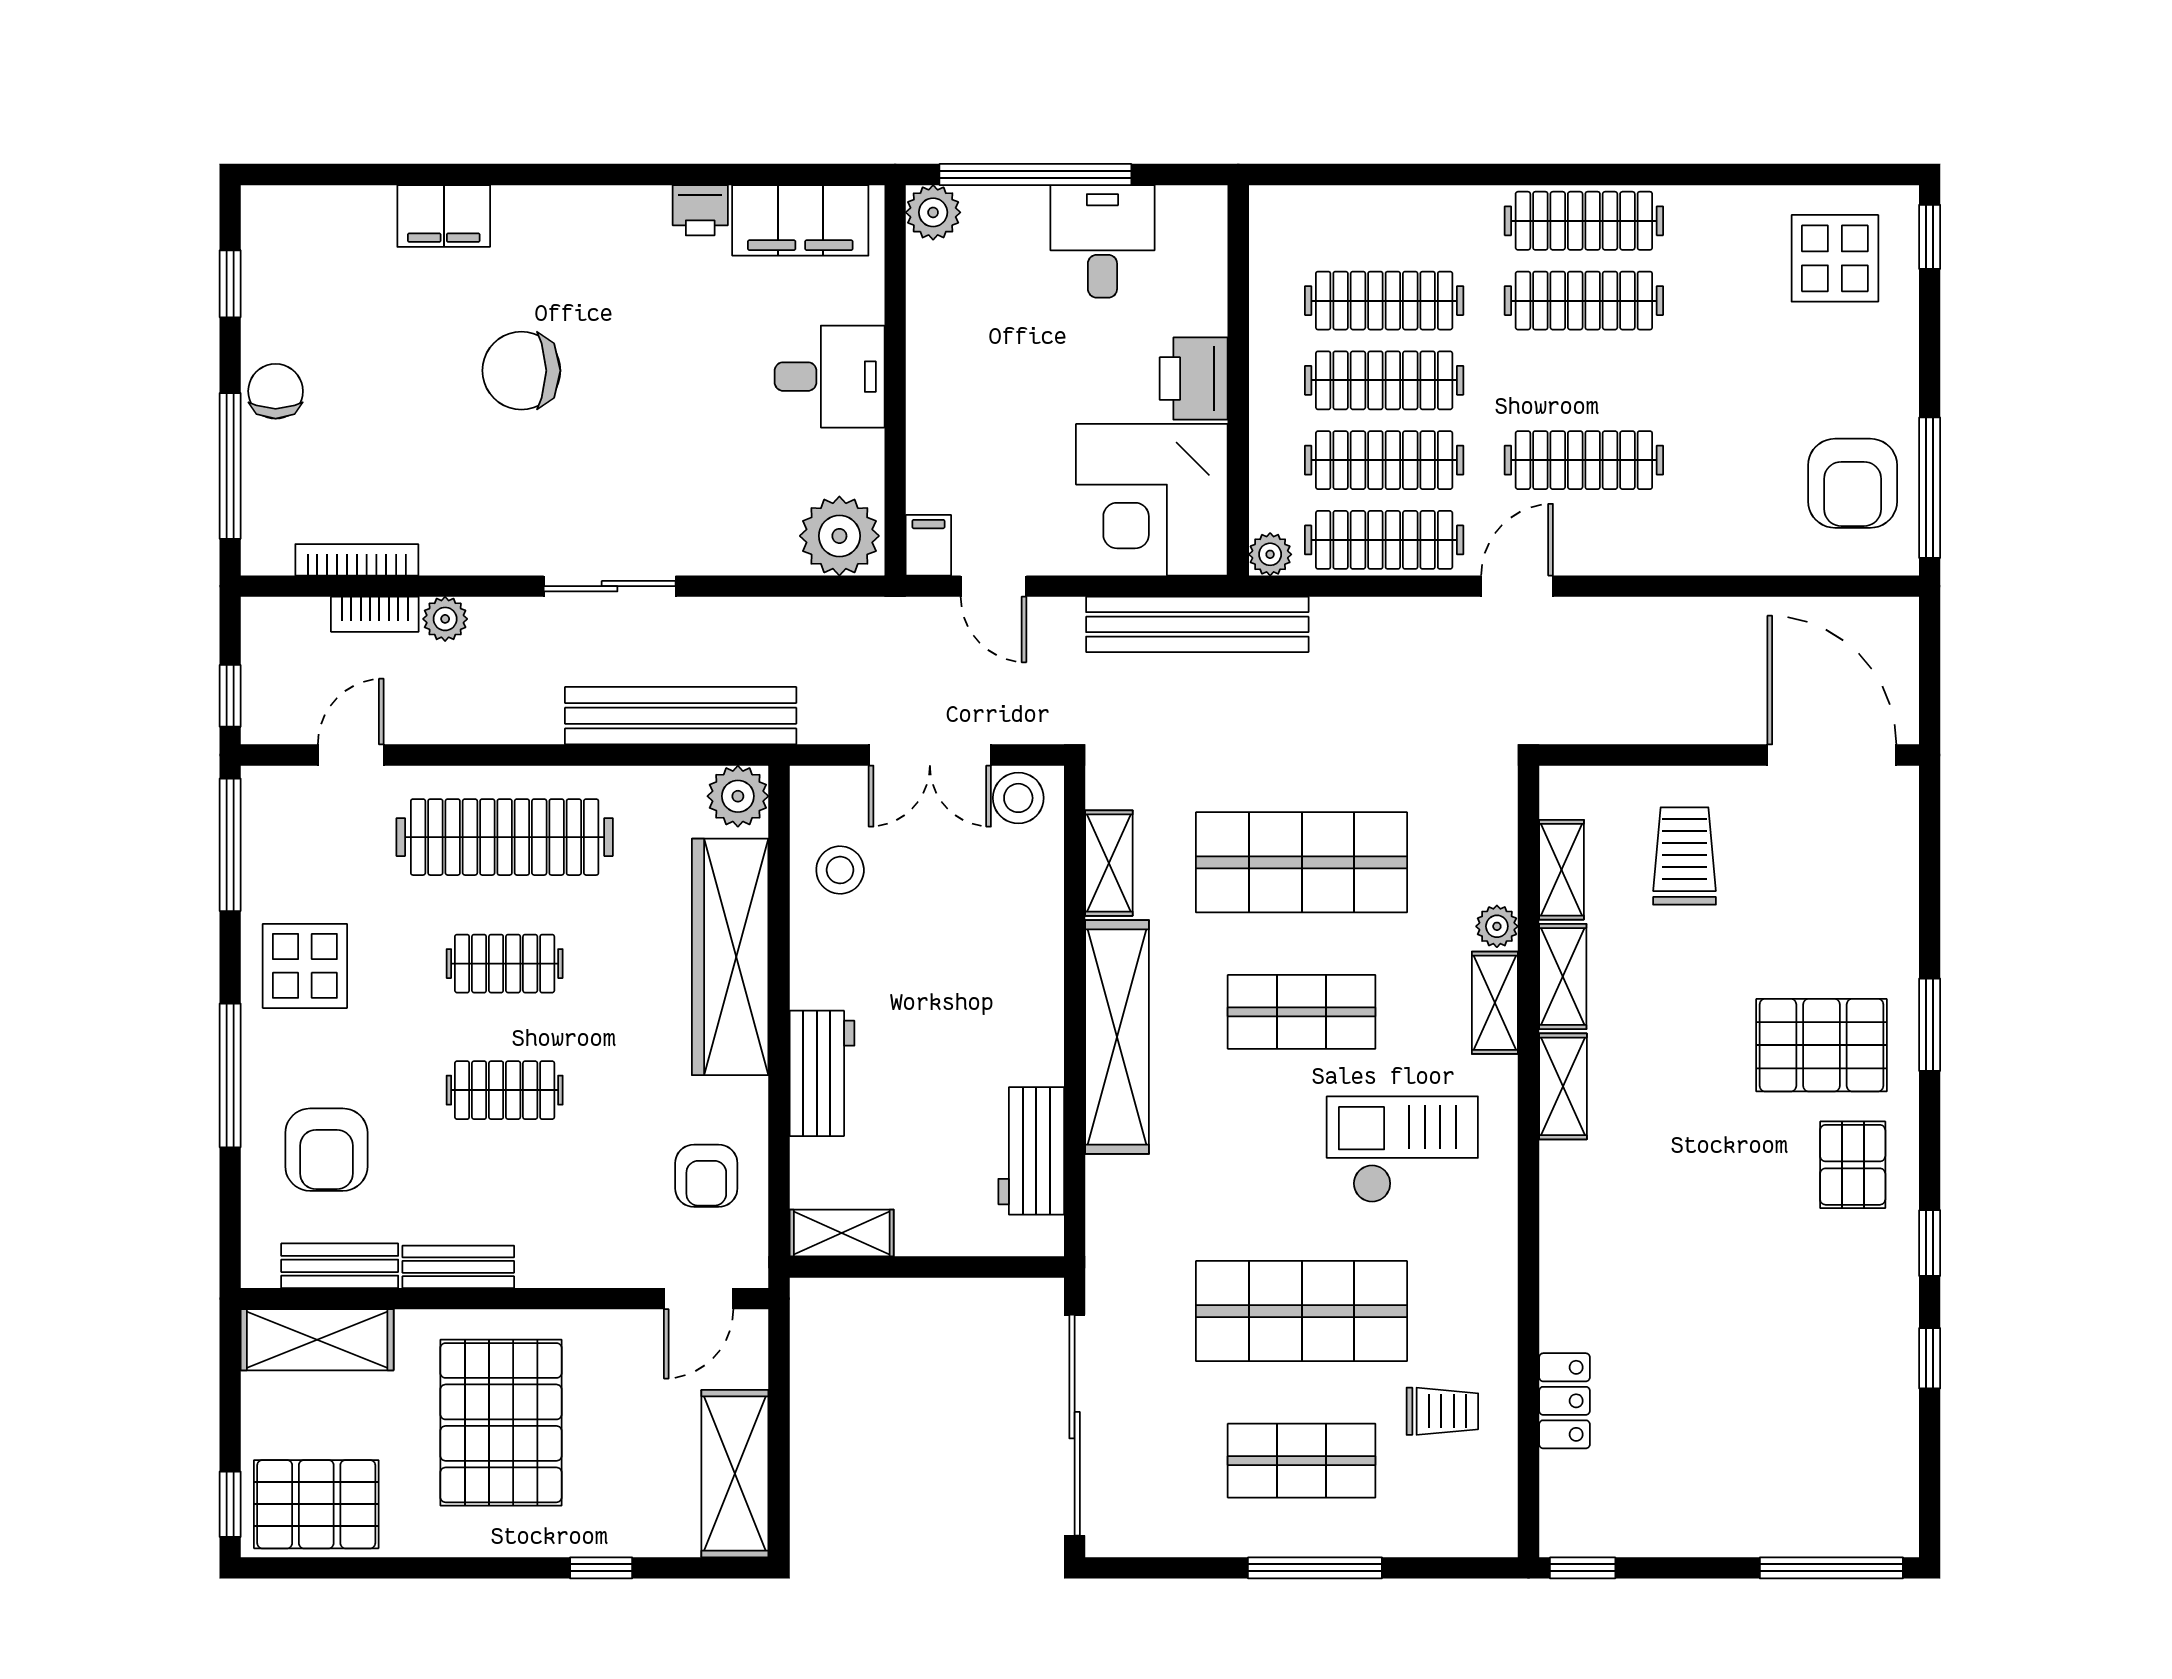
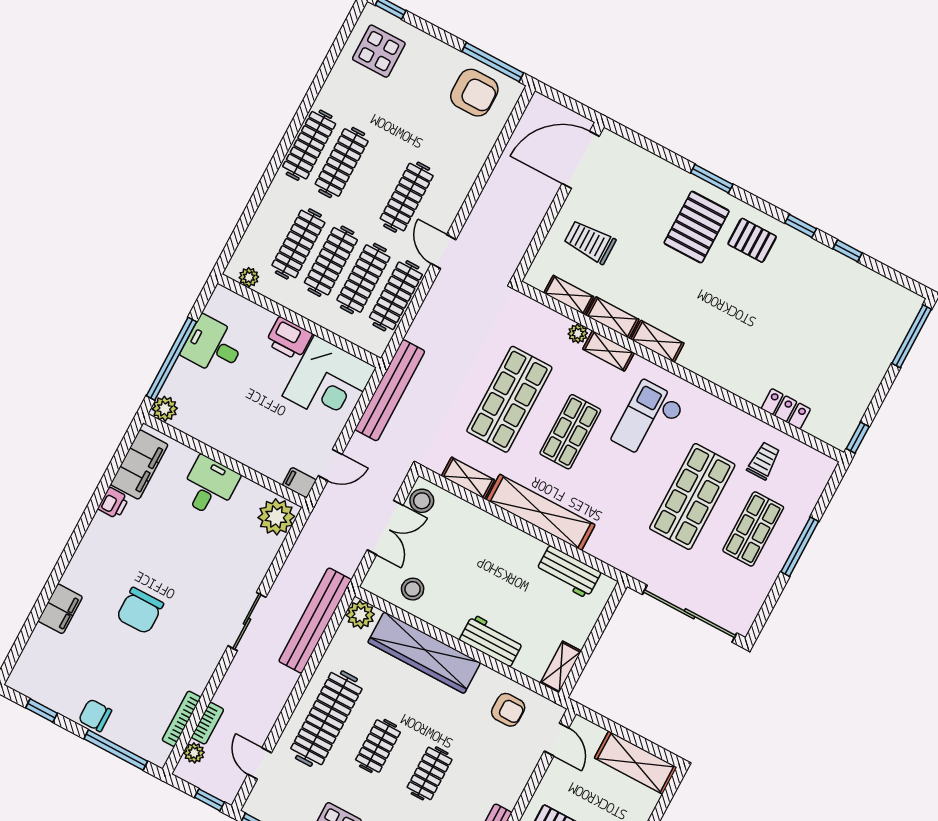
plant: (1270, 554) -> (249, 277), moved
plant: (445, 619) -> (194, 753), moved

